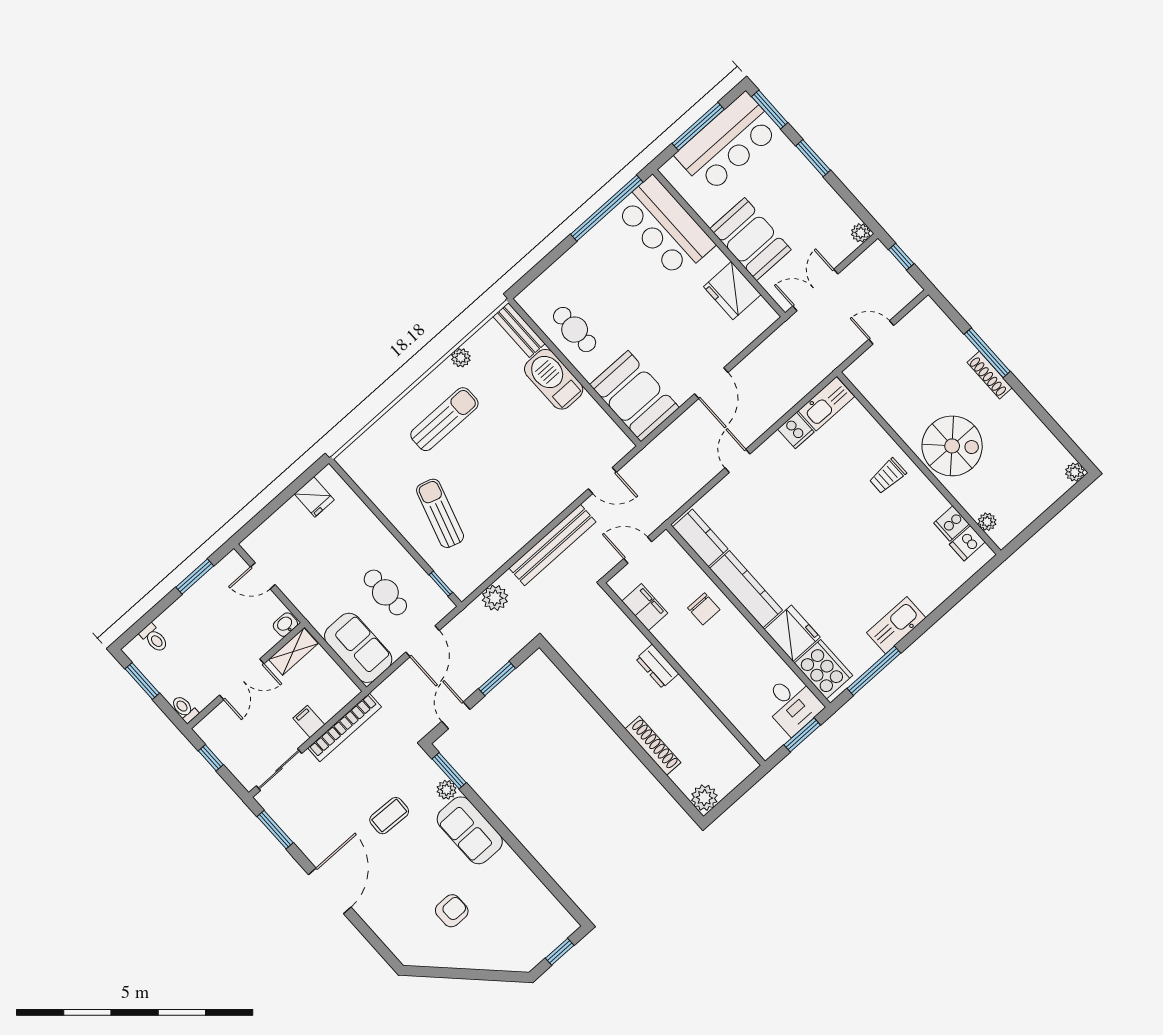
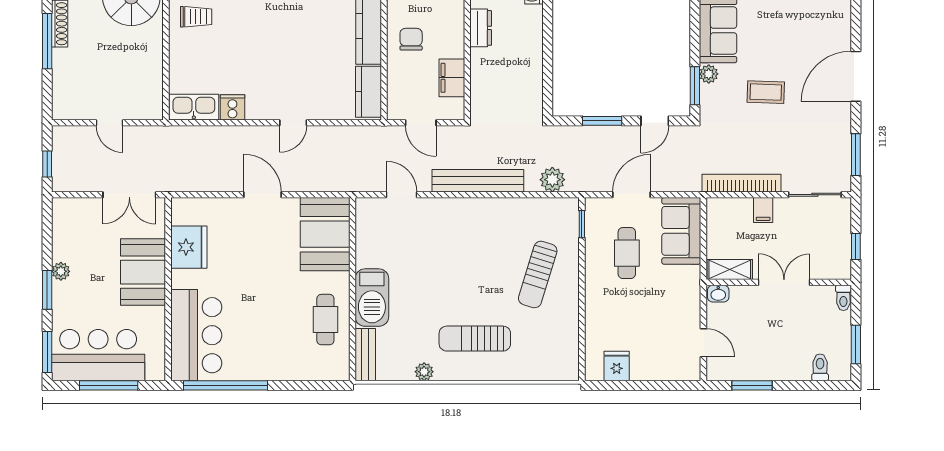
plant: (861, 233) -> (61, 271), moved
door: (711, 383) -> (263, 195), hinge flipped

